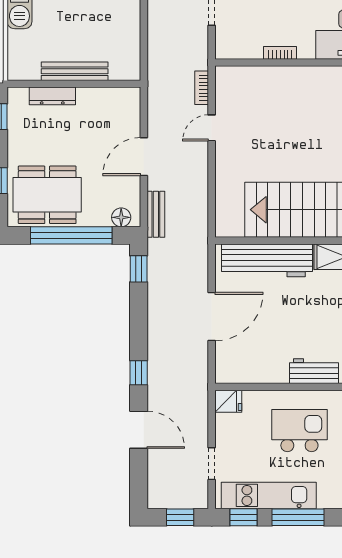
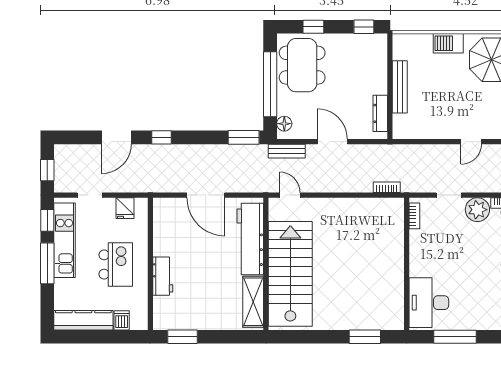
bookcase: (280, 53) -> (414, 216), moved
dresser: (52, 96) -> (380, 113), moved
door: (212, 128) -> (290, 195), moved
window: (139, 269) -> (244, 137), width x1.50
fridge: (228, 401) -> (125, 208), moved

